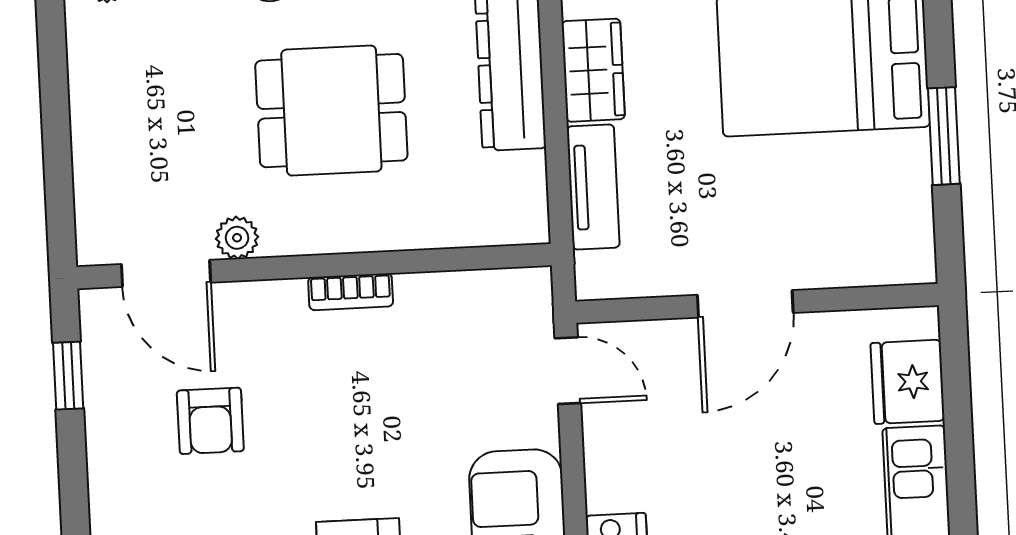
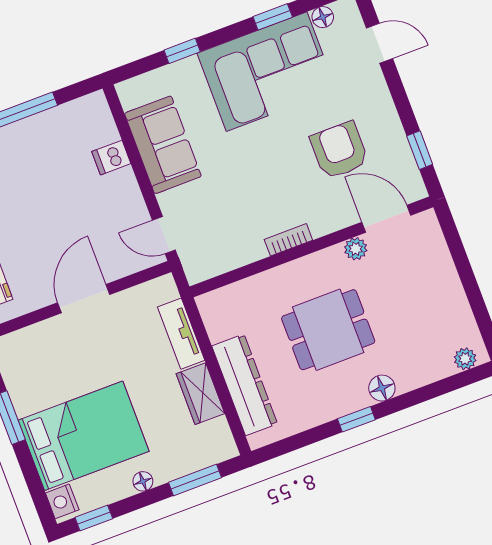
armchair: (210, 421) -> (339, 150), width x1.38, depth x1.38

